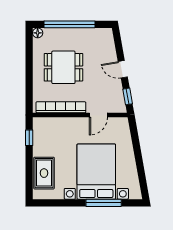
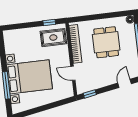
door: (123, 69) -> (125, 83), moved
rug: (44, 173) -> (53, 38), moved

